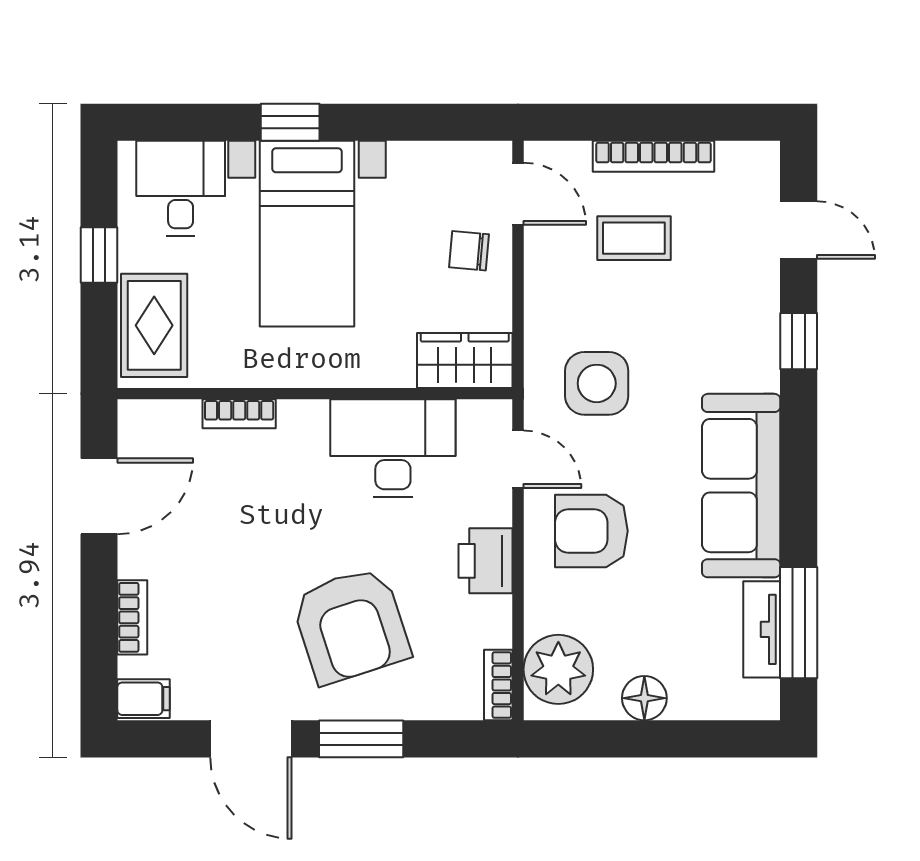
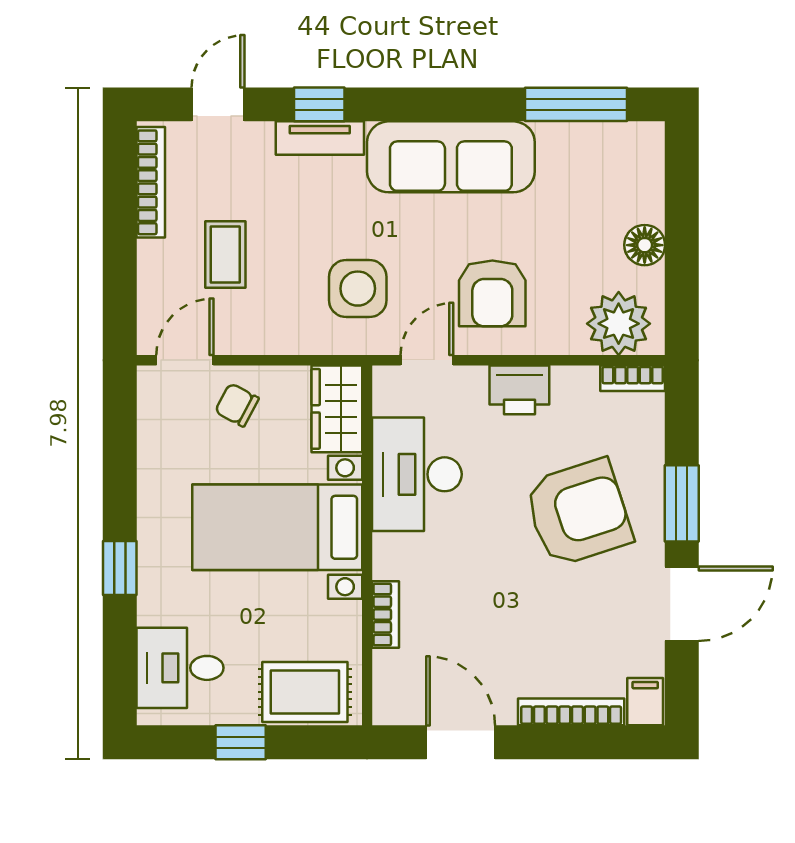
bookcase: (654, 156) -> (151, 182), moved
bed with nightstands: (307, 234) -> (277, 527), moved, turned 180
chair: (469, 251) -> (237, 405), turned 113
bookcase: (132, 617) -> (571, 712), width x1.56
tv unit: (762, 629) -> (320, 138), moved

